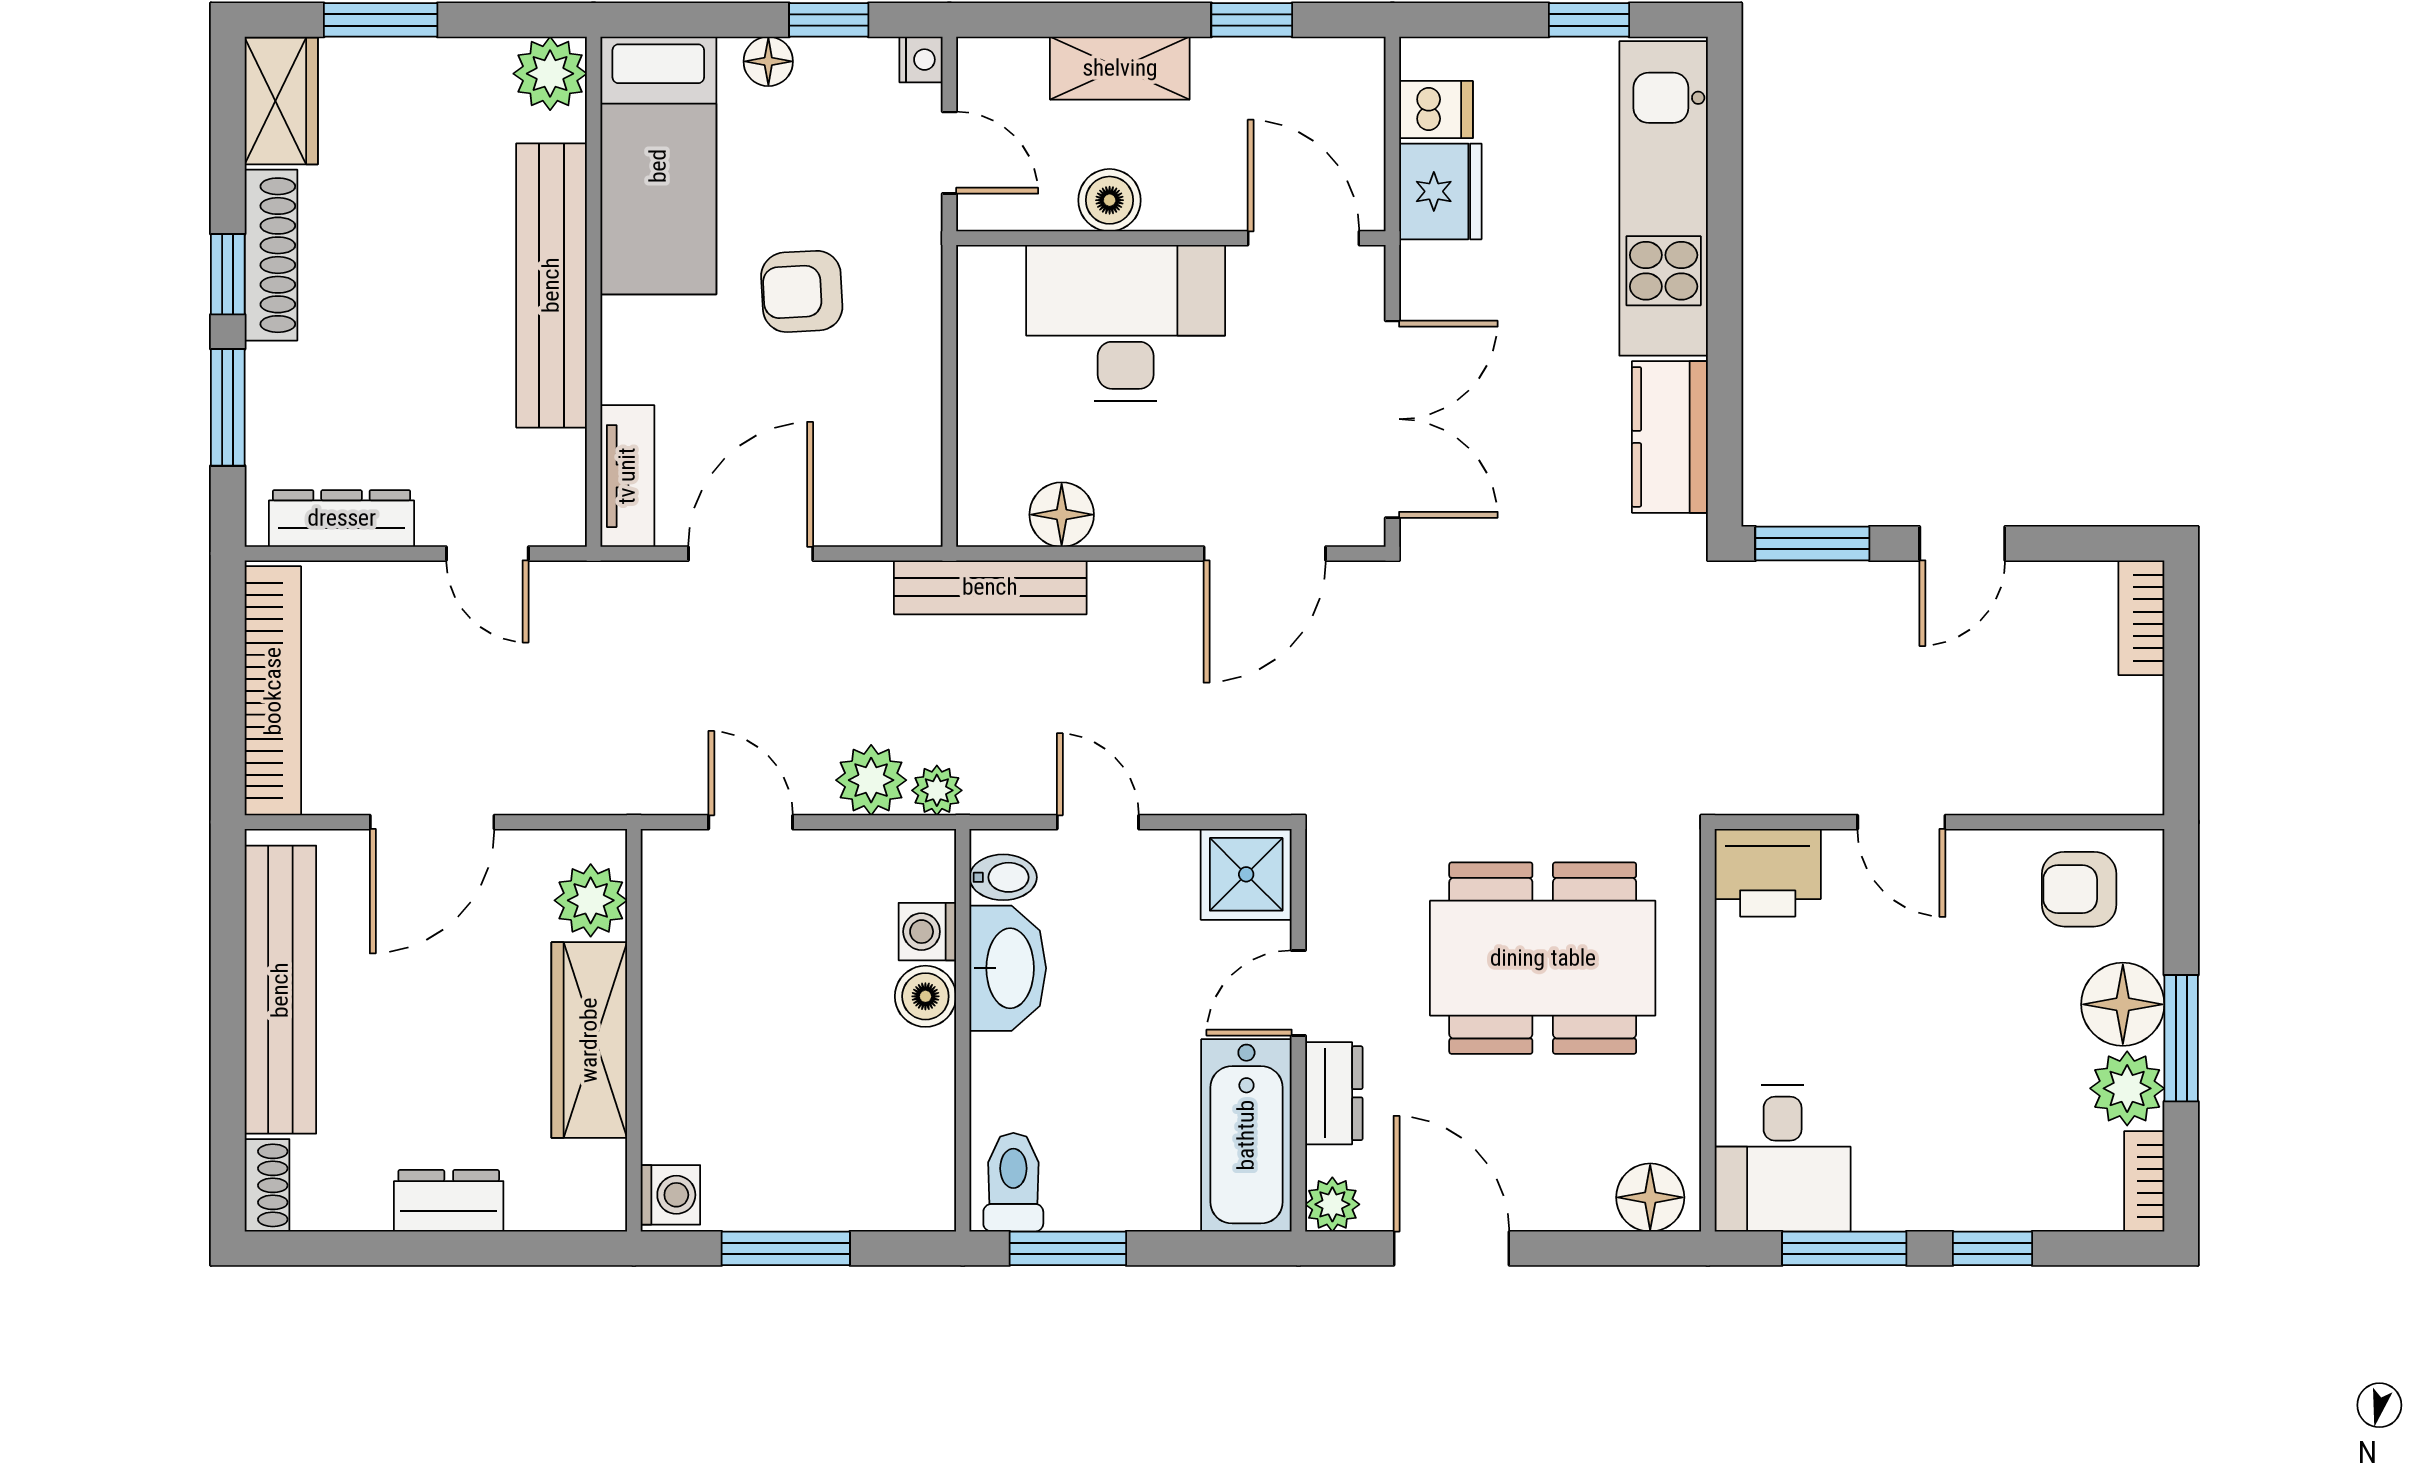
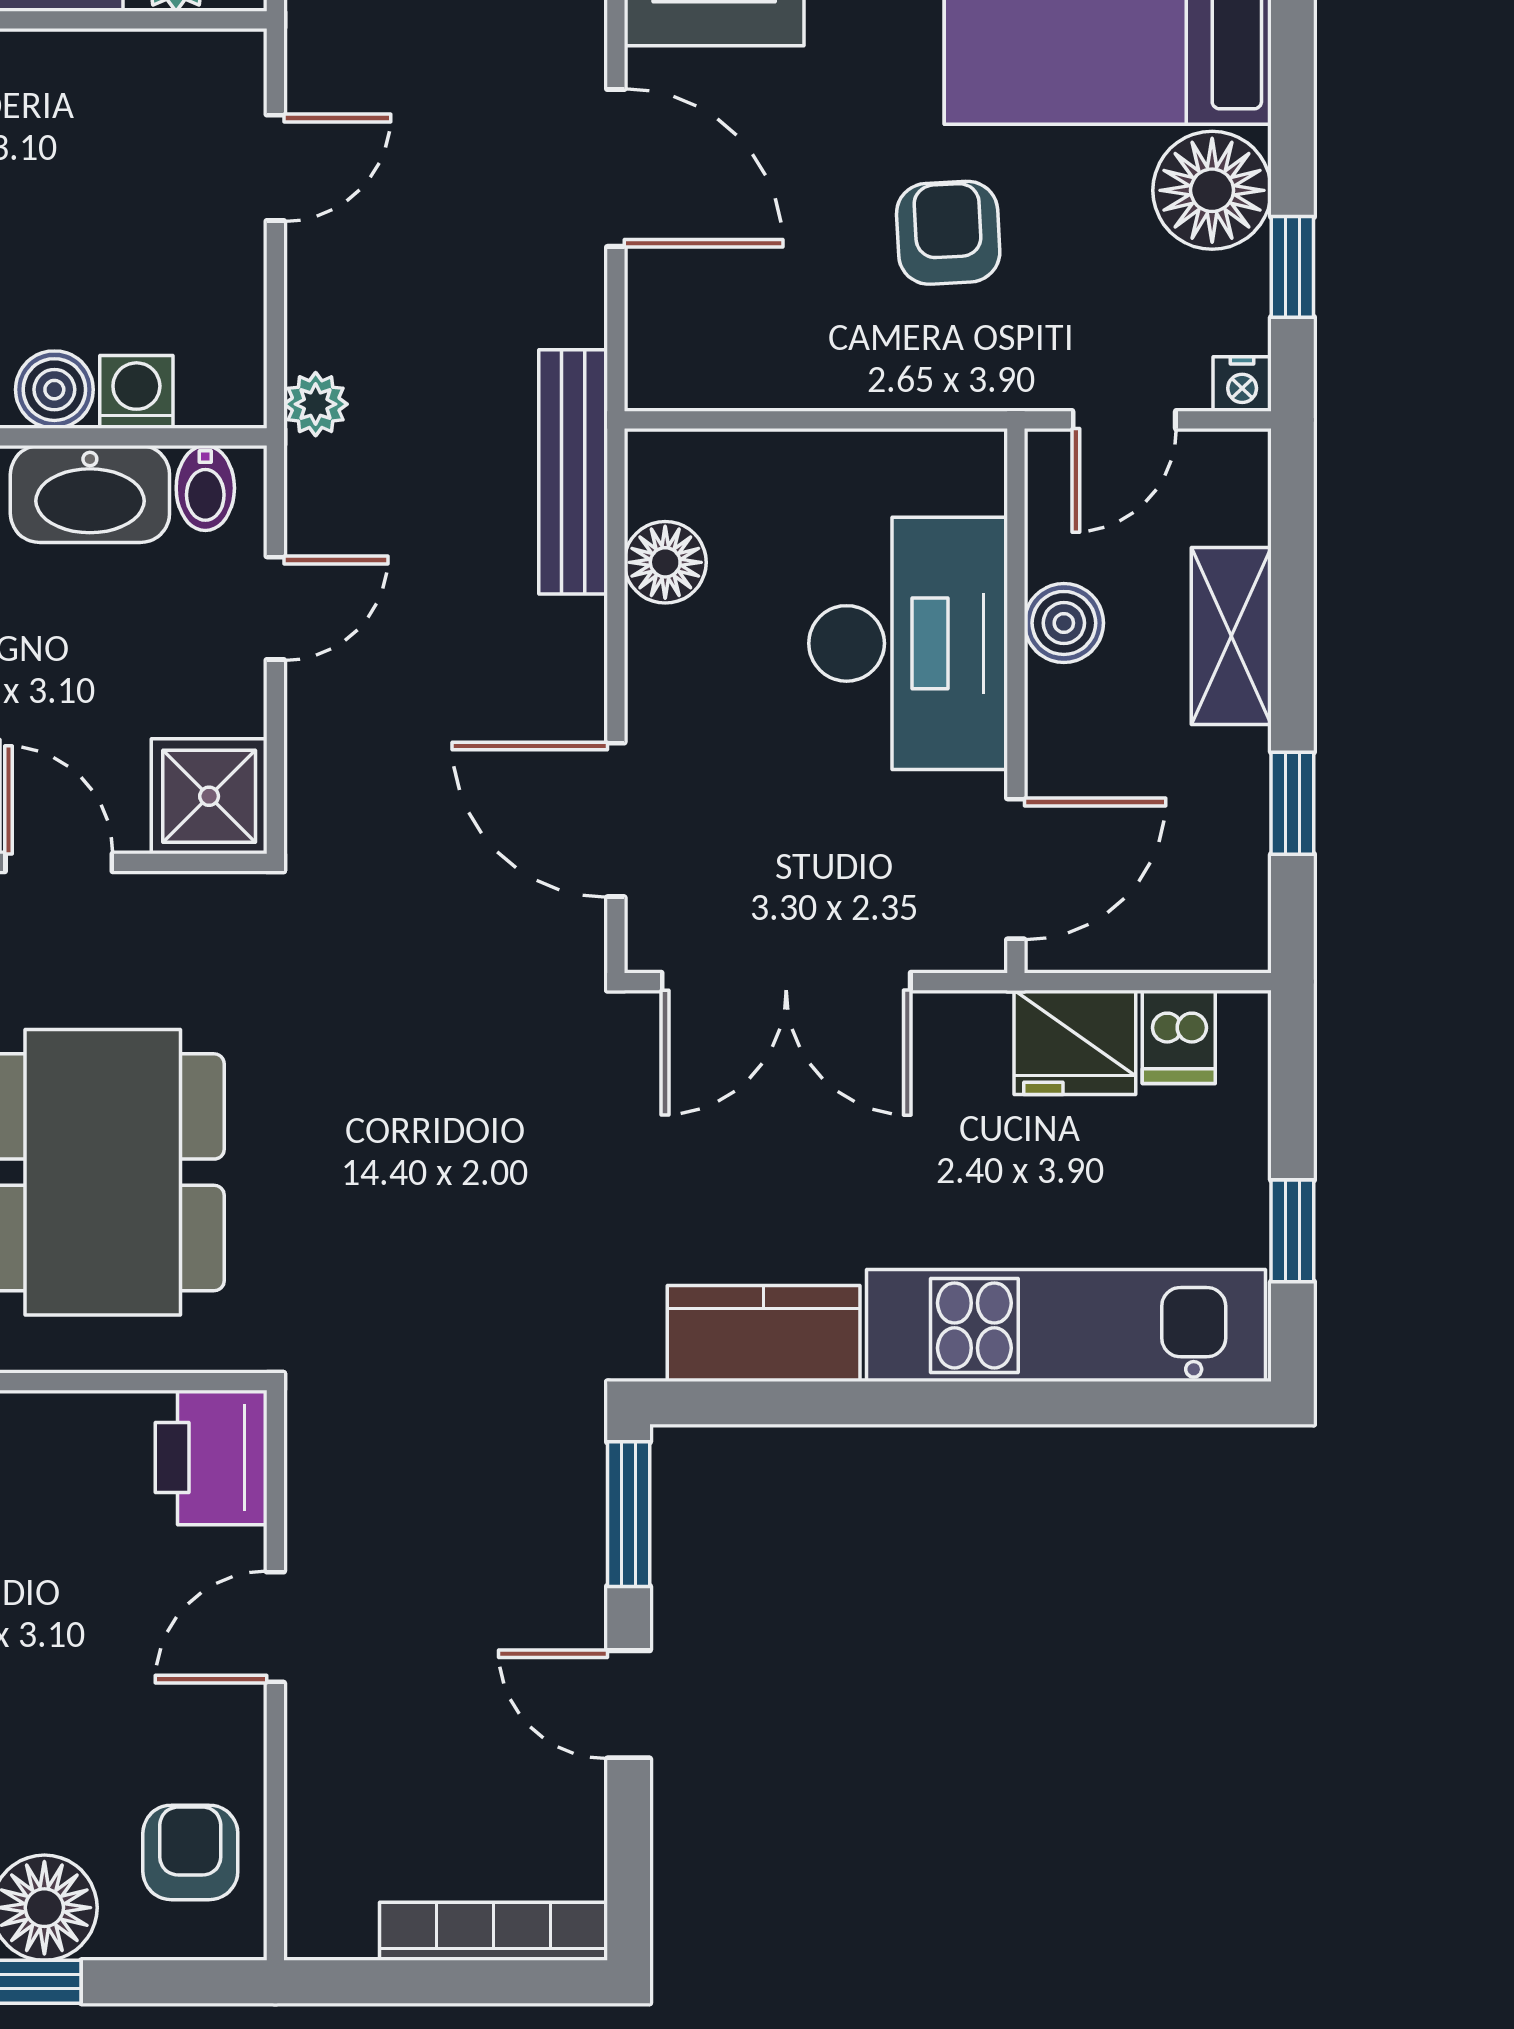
floor lamp: (768, 61) -> (1212, 190), width x1.89, depth x1.89
bookcase: (2141, 618) -> (493, 1931), width x1.56
plant: (871, 780) -> (329, 321), removed

